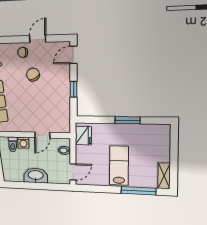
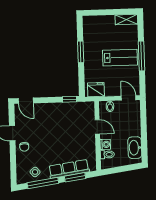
chair: (33, 75) -> (44, 137), removed
window: (74, 89) -> (69, 99), moved
lab bench: (119, 165) -> (120, 58), turned 180
washbasin: (36, 175) -> (135, 148), moved
window: (138, 191) -> (141, 56), moved

